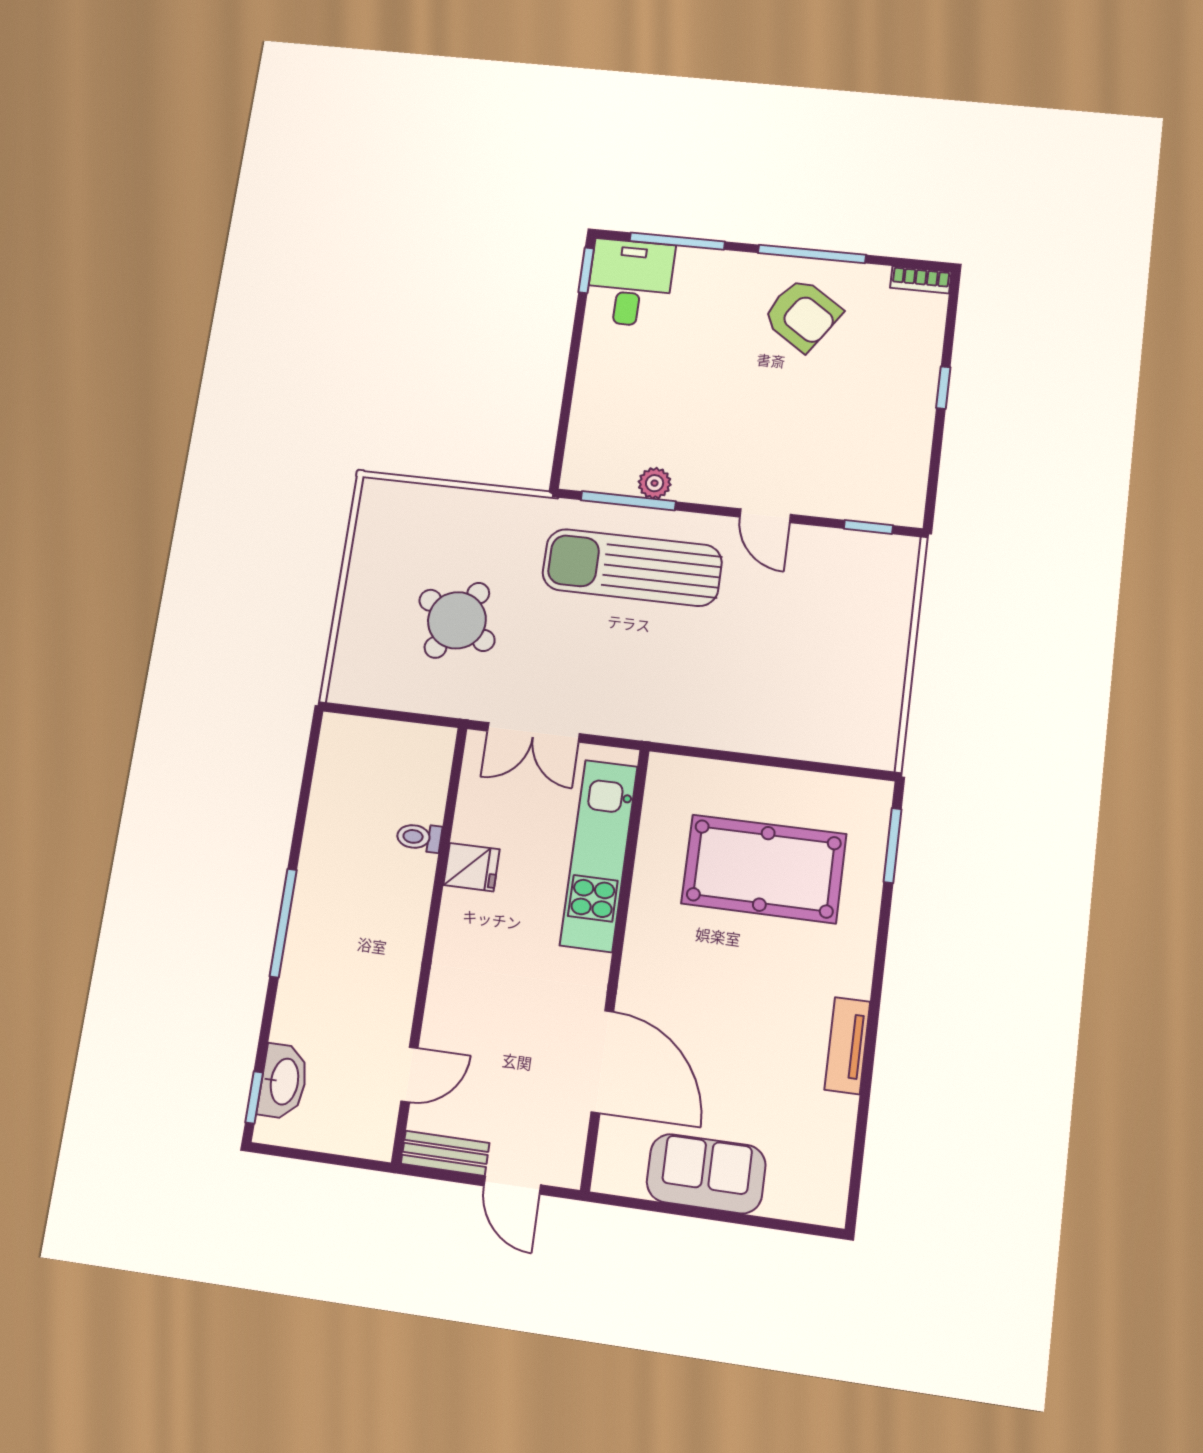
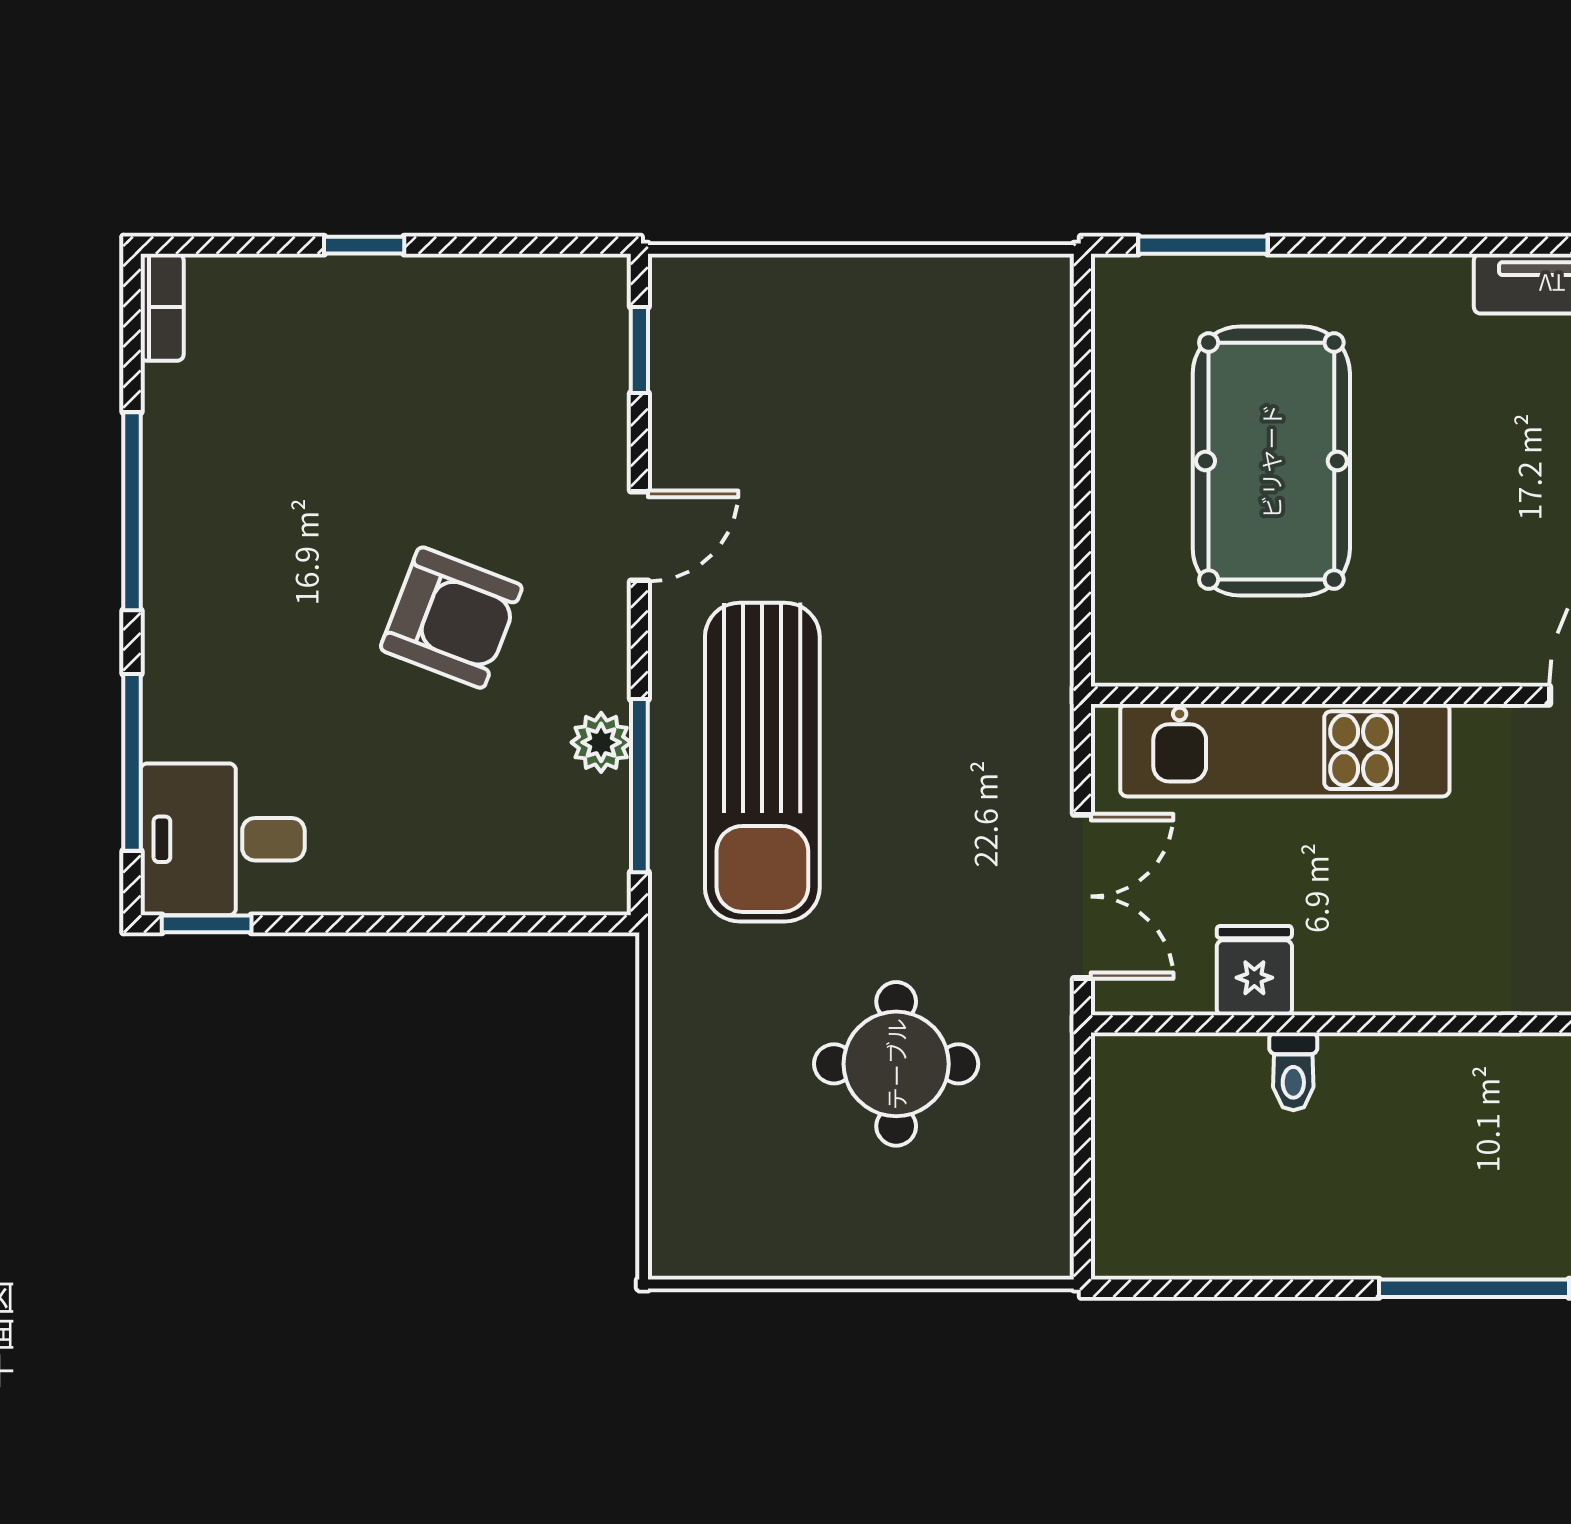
armchair: (802, 315) -> (451, 618), moved, turned 77
round table: (457, 620) -> (896, 1064), turned -30
fridge: (471, 867) -> (1254, 971), moved

